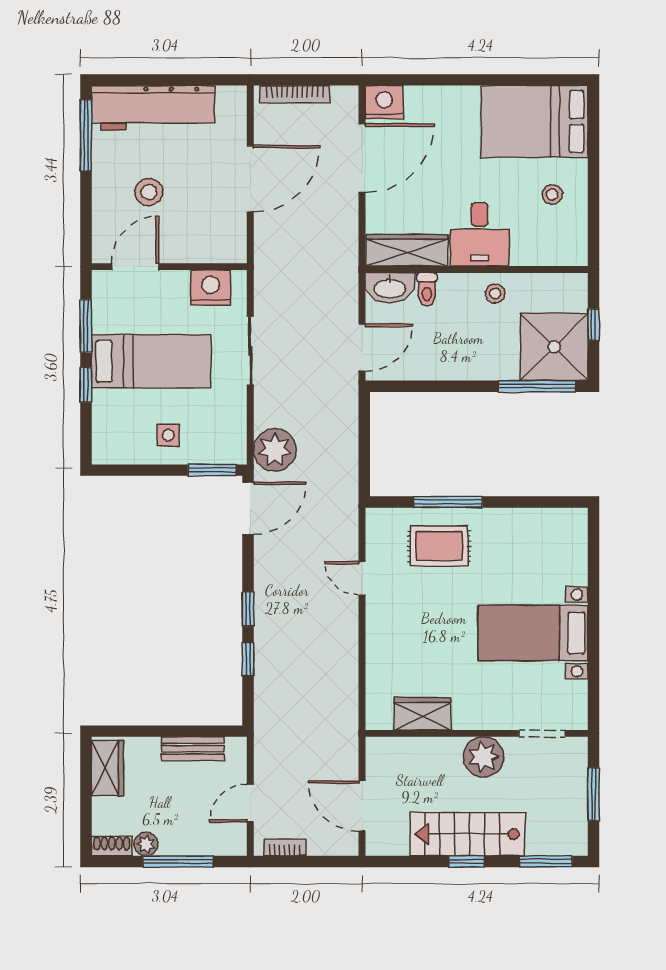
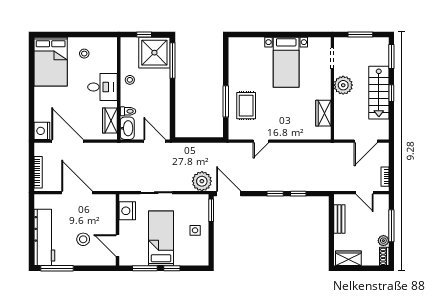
wardrobe: (407, 250) -> (110, 120), width x0.67

